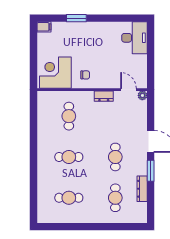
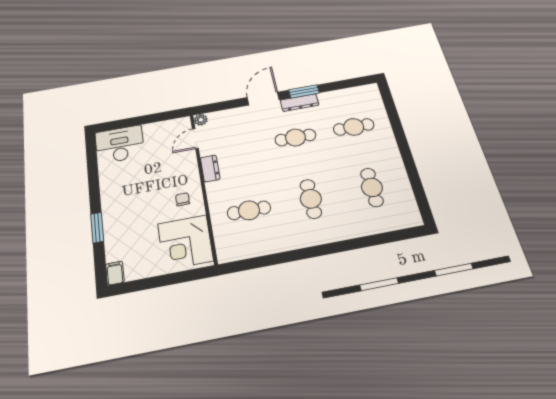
dresser: (142, 189) -> (299, 103), moved

